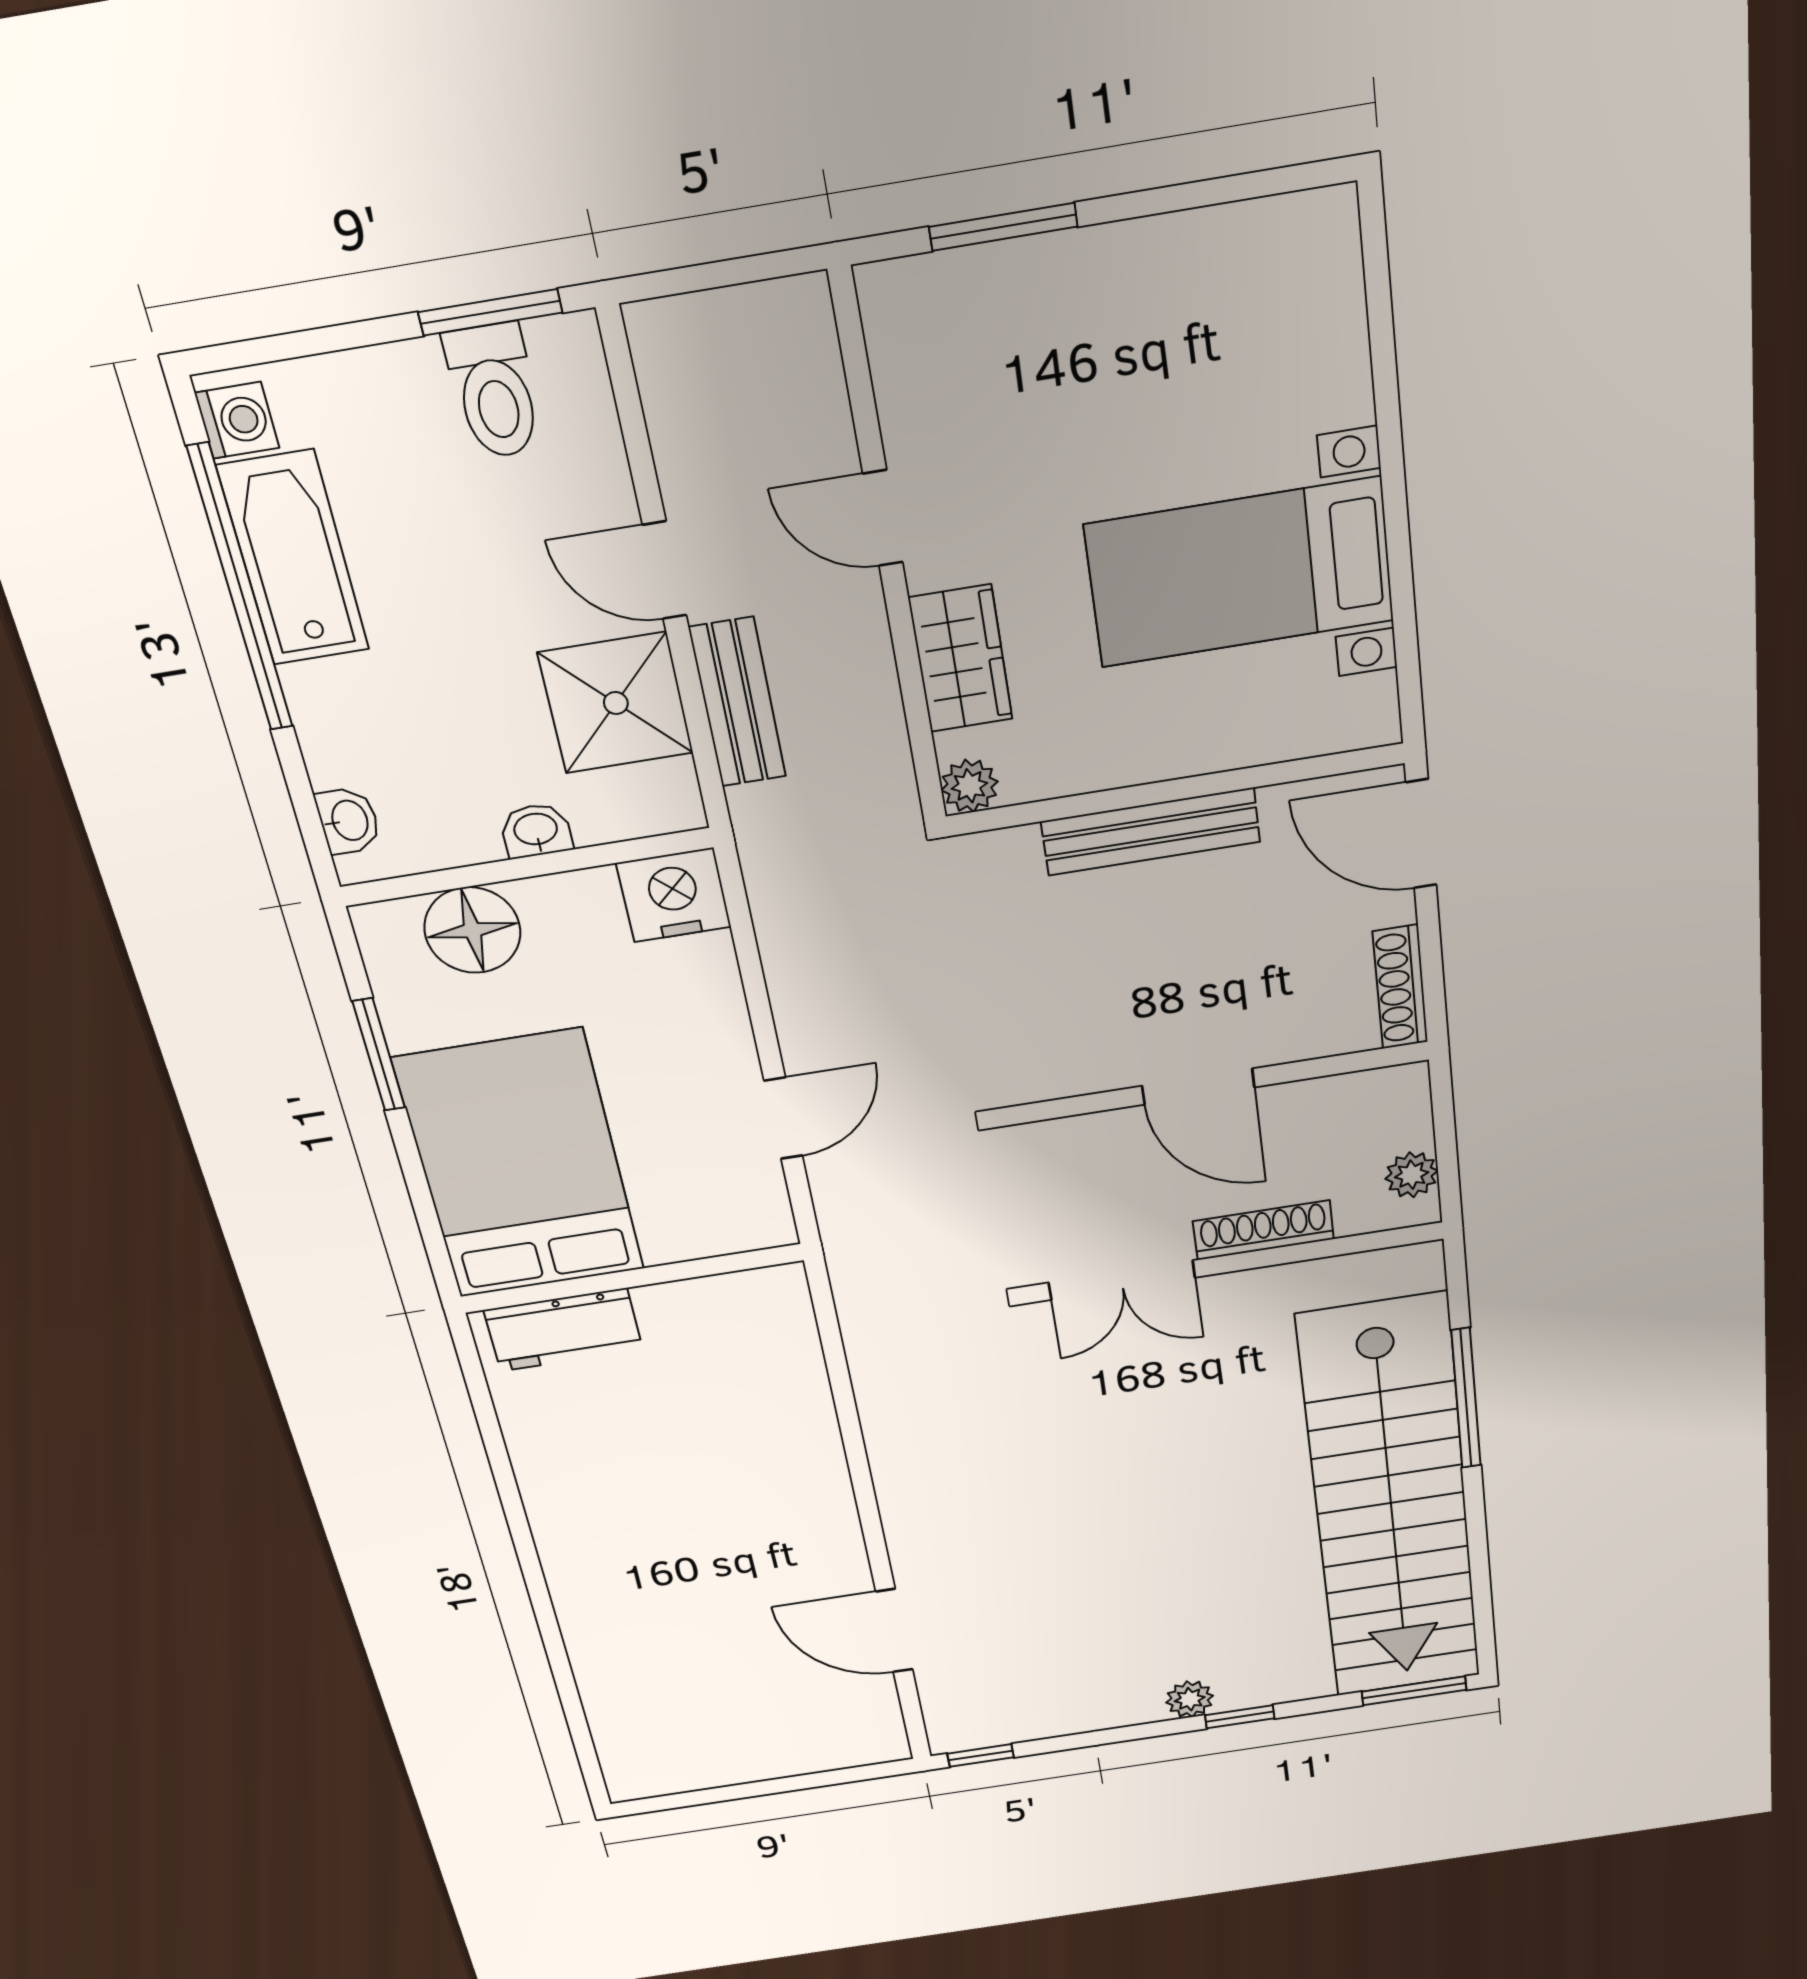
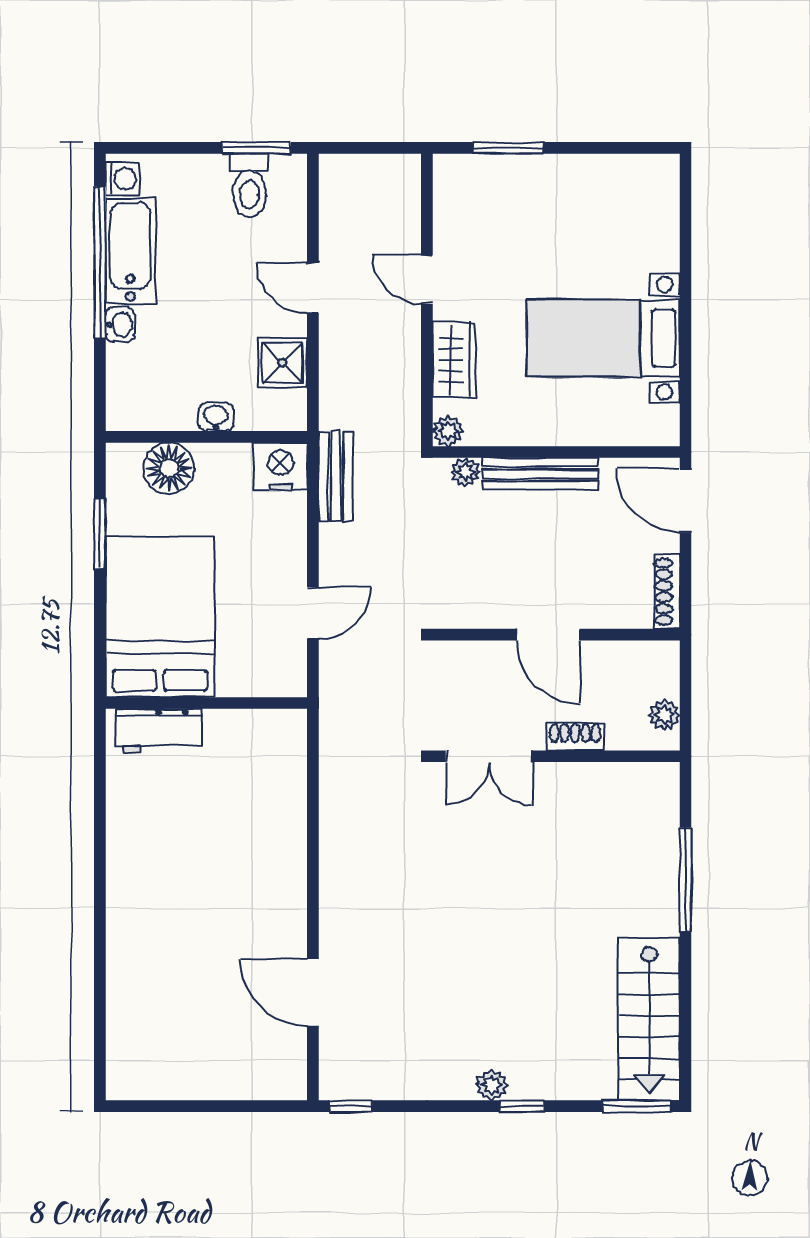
bench: (738, 702) -> (336, 476), moved
shower: (616, 703) -> (282, 363), width x0.73, depth x0.73
washbasin: (348, 821) -> (120, 325), moved
plant: (1013, 850) -> (465, 472), added
shoe rack: (1263, 1230) -> (575, 737), width x0.70
stairs: (1391, 1502) -> (649, 1019), width x0.54, depth x0.66

